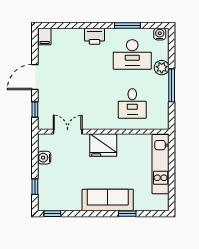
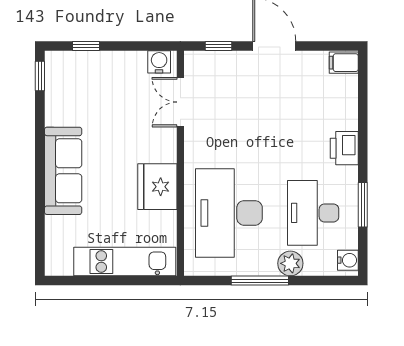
desk: (132, 103) -> (229, 213), width x1.87, depth x1.30
double door: (68, 132) -> (180, 102), swing flipped
fridge: (103, 145) -> (157, 187), moved
water cooler: (44, 158) -> (159, 62), moved
window: (127, 214) -> (40, 204), removed

